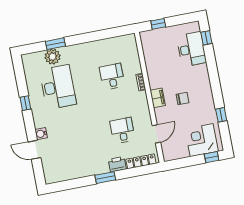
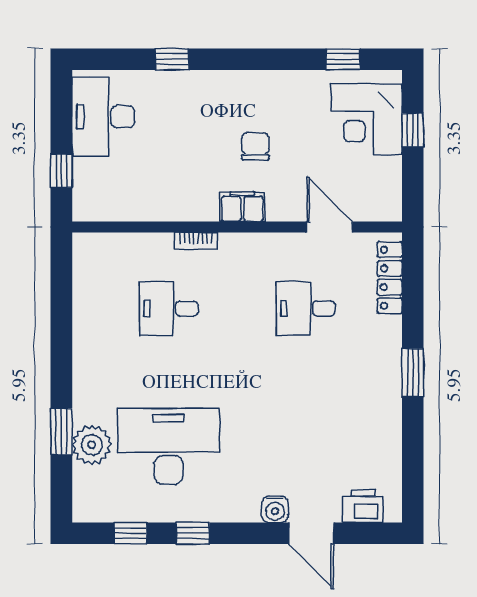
window: (206, 38) -> (172, 59), moved
desk: (191, 49) -> (103, 117), moved, turned -90
window: (21, 79) -> (130, 533), added
window: (221, 115) -> (343, 59), moved
door: (34, 150) -> (311, 533), hinge flipped
window: (212, 157) -> (413, 130), moved
printer: (117, 164) -> (363, 506), moved, turned 90

